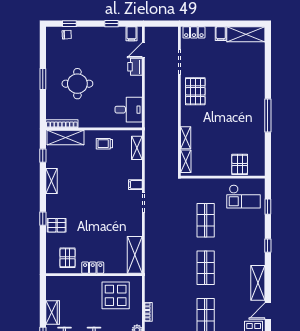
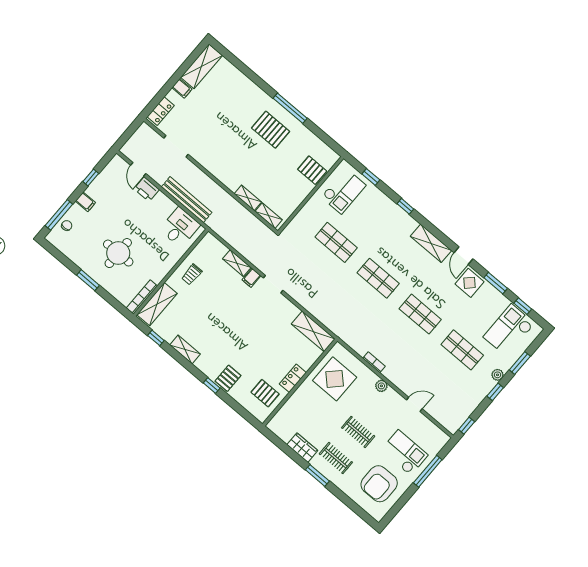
window: (69, 24) -> (59, 215), width x2.17
filing cabinet: (132, 34) -> (85, 202), moved
pallet: (195, 91) -> (271, 130), moved
bench: (150, 99) -> (187, 200), added
shelving: (137, 148) -> (237, 263), moved

